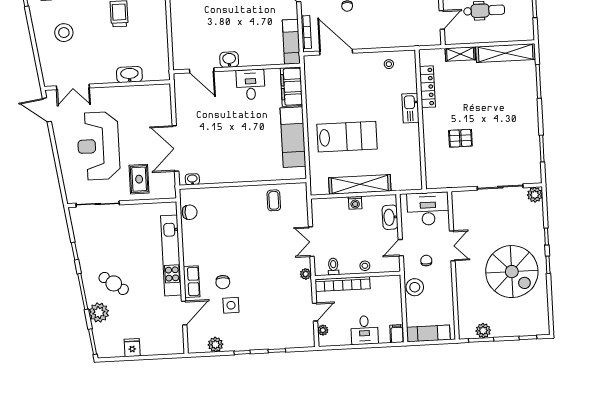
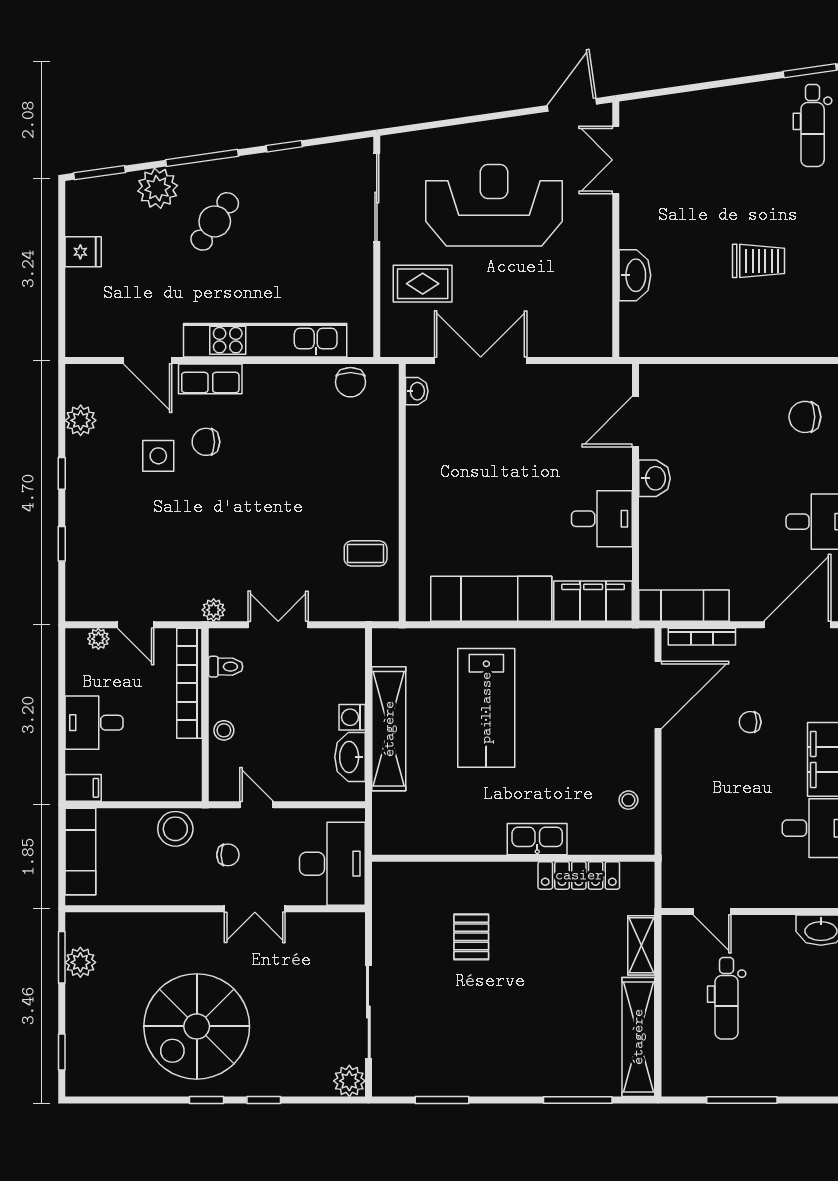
stool: (64, 33) -> (727, 147), removed
washbasin: (390, 217) -> (350, 757), moved, turned -90

